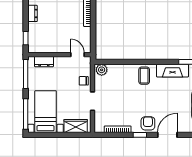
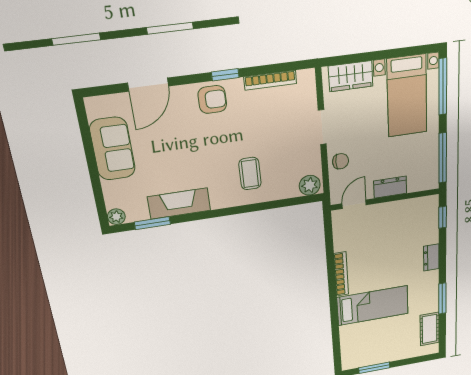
door: (77, 55) -> (354, 204), swing flipped
dresser: (44, 62) -> (390, 187), moved
coffee table: (144, 76) -> (250, 174), moved
armchair: (148, 123) -> (212, 99), turned -90
door: (167, 135) -> (148, 85), moved

